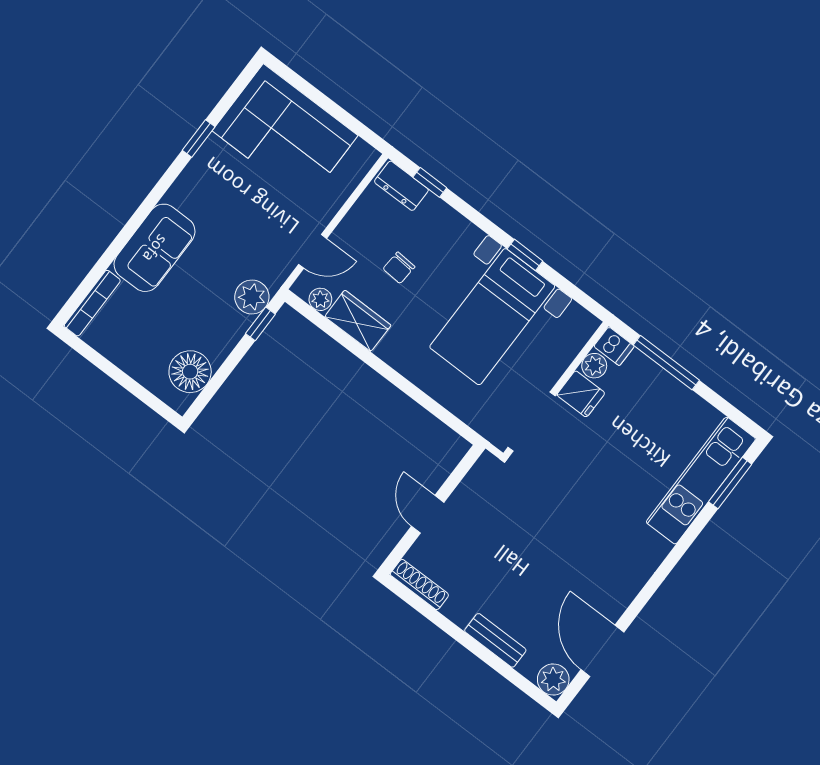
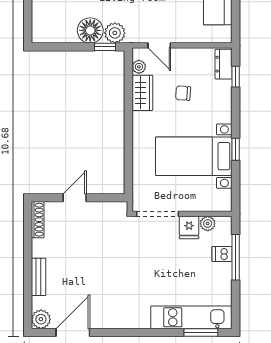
dishwasher: (614, 346) -> (222, 254), moved, turned 90
floor lamp: (190, 372) -> (90, 30), moved

